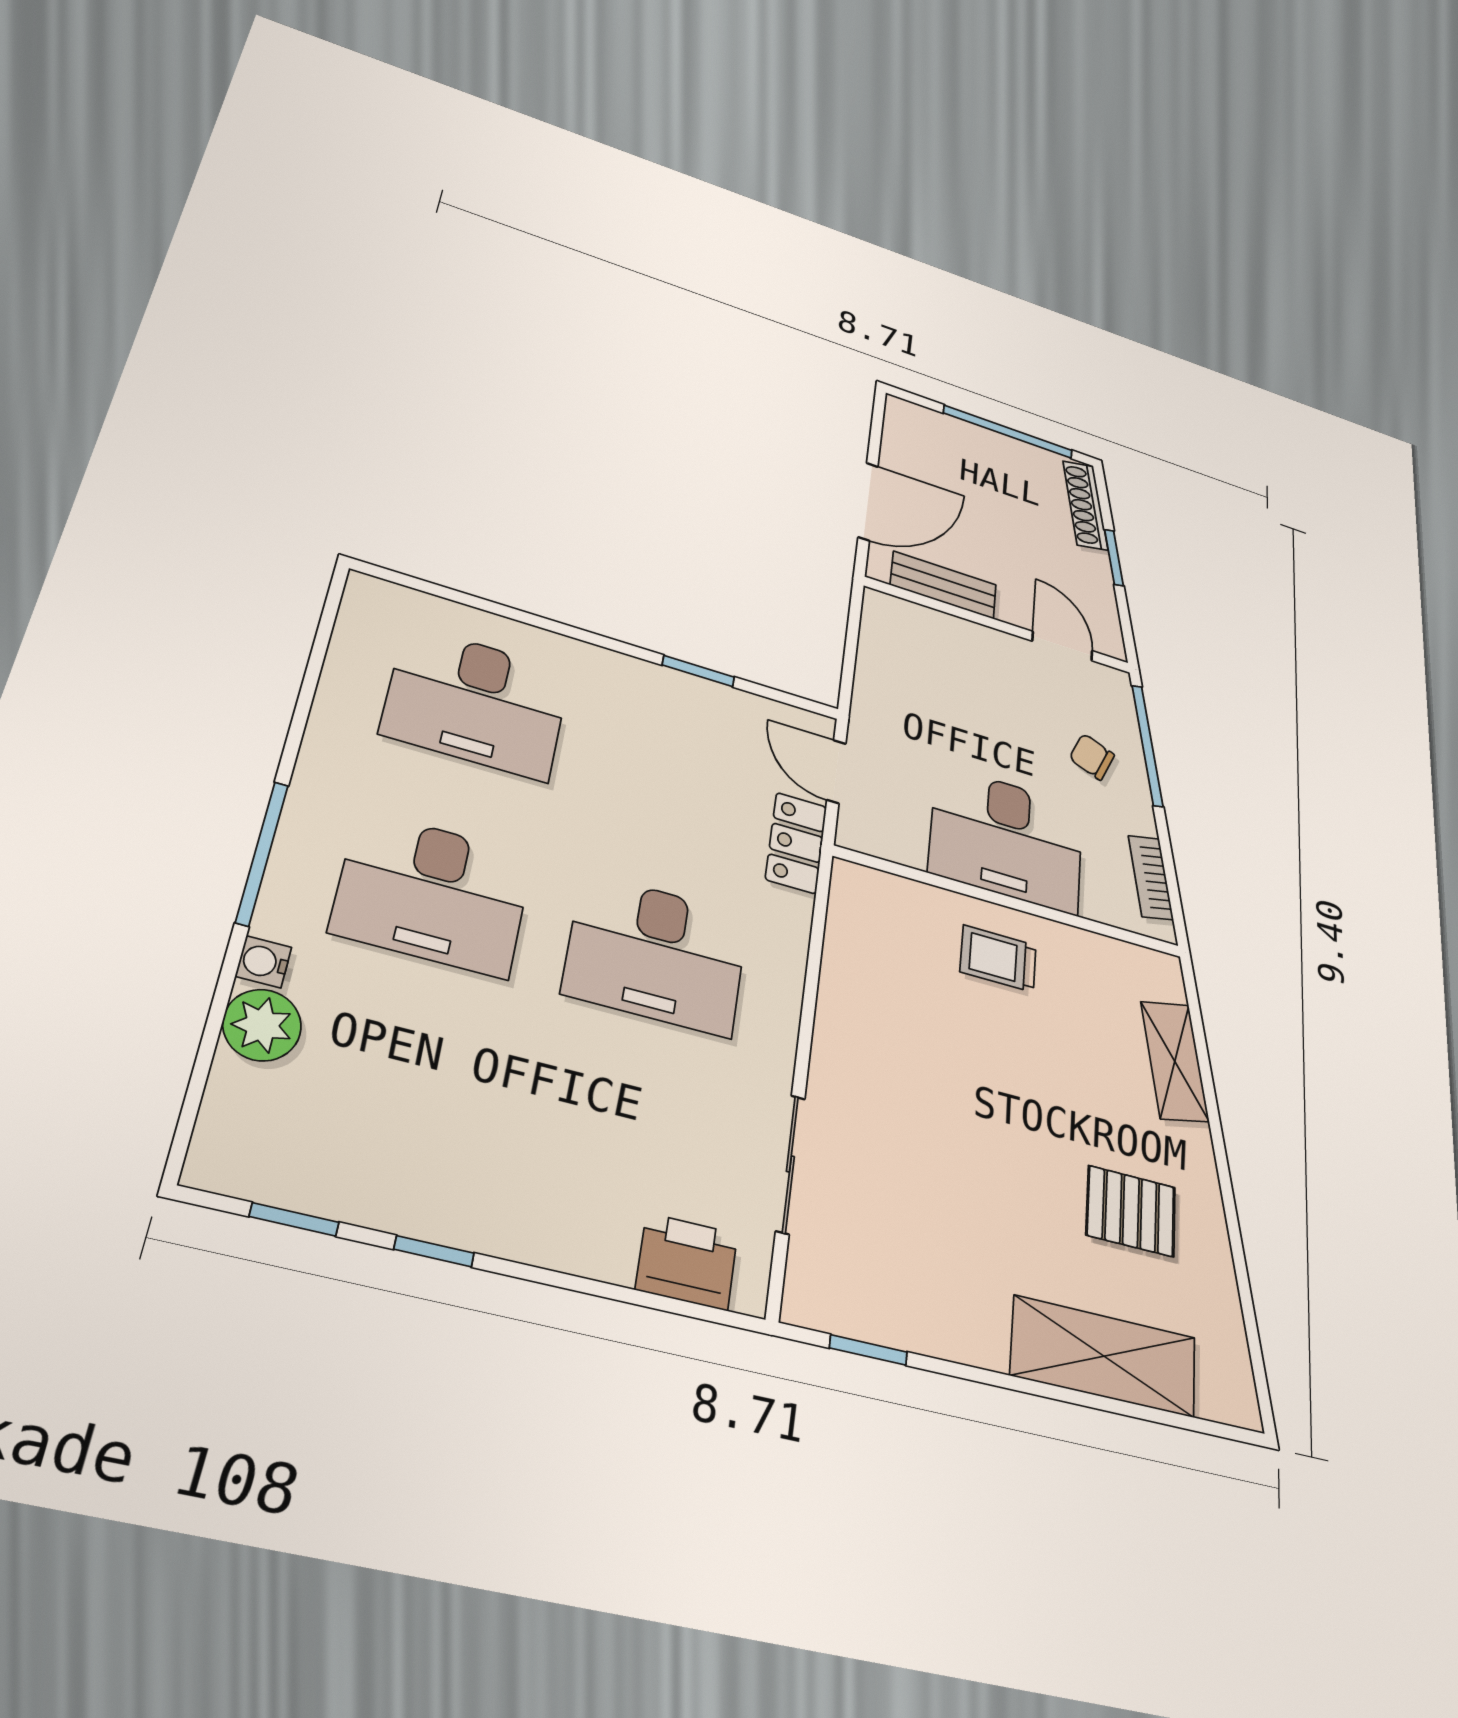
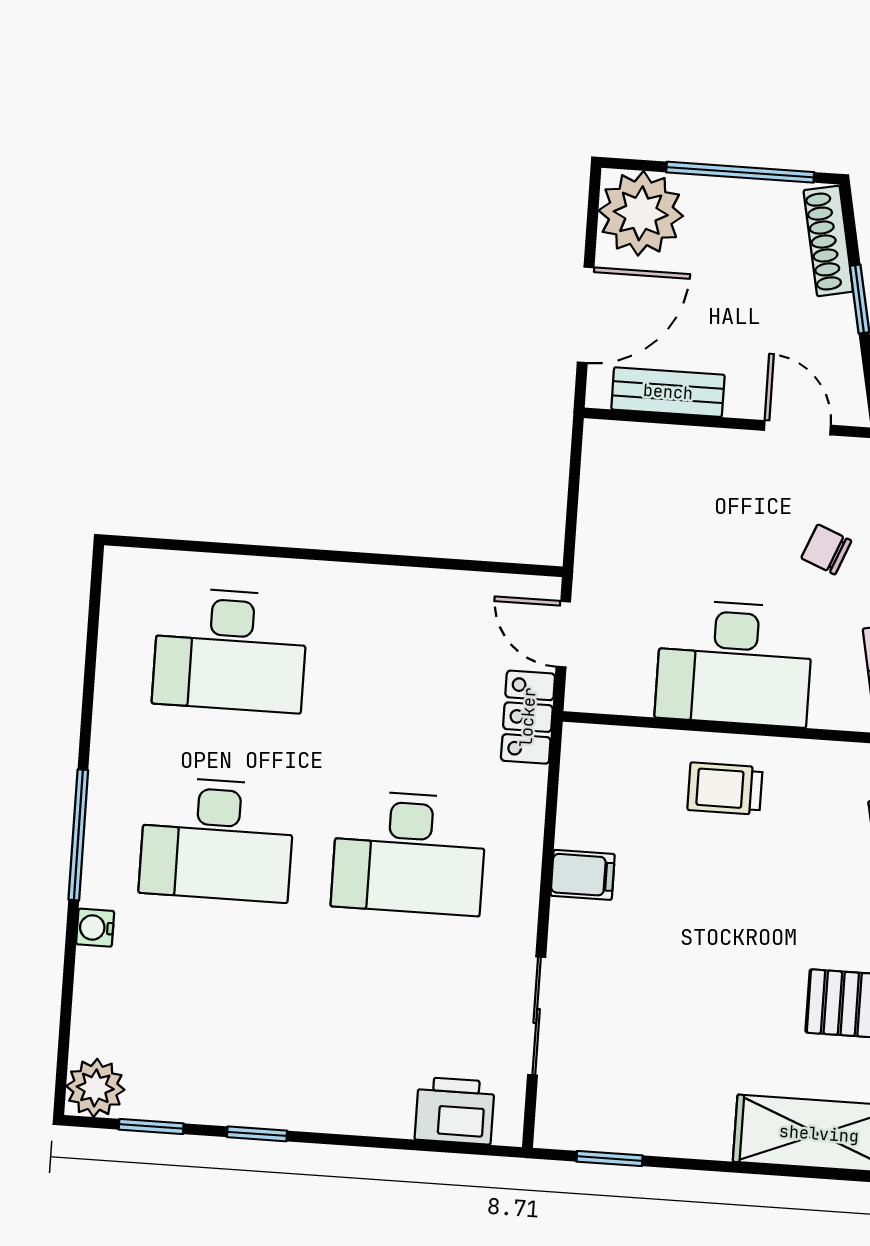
plant: (920, 437) -> (641, 213), added
window: (698, 671) -> (426, 562), removed
filing cabinet: (848, 1017) -> (583, 875), added
plant: (262, 1025) -> (95, 1088), moved

